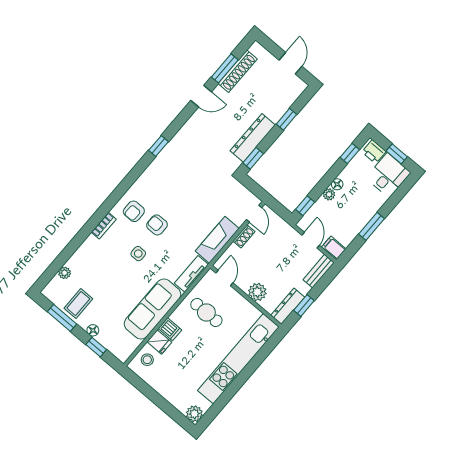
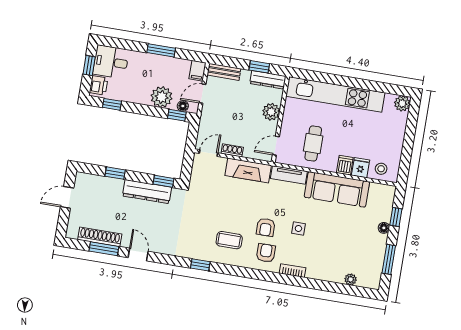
floor lamp: (337, 184) -> (183, 106), moved
plant: (329, 194) -> (162, 97), width x1.88, depth x1.88
armchair: (134, 211) -> (266, 253), turned -90
coffee table: (78, 303) -> (229, 240), moved

